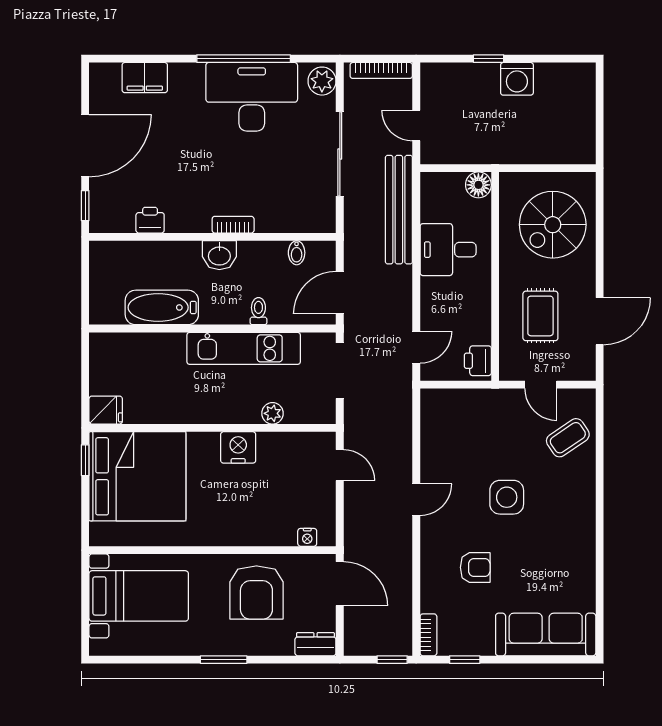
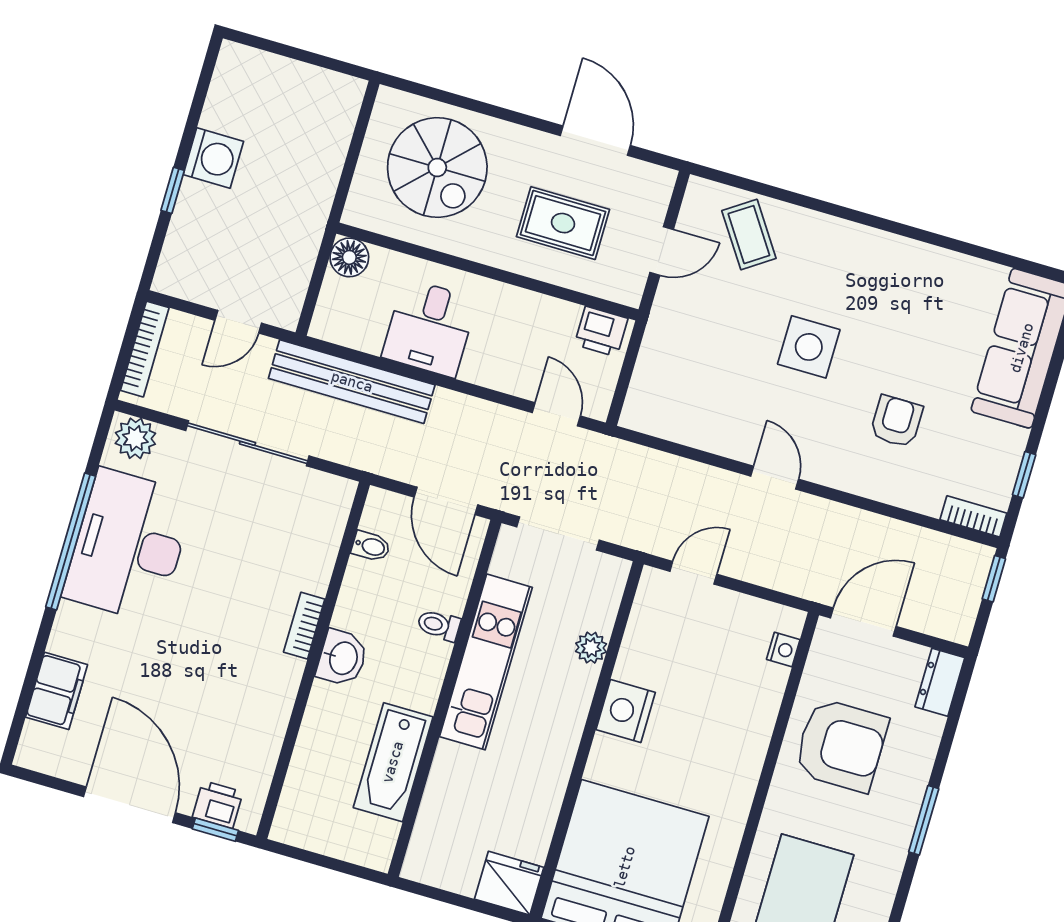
printer: (150, 220) -> (218, 804), moved, turned 90
fridge: (106, 410) -> (509, 883), width x1.38

